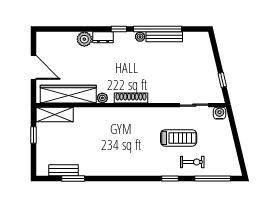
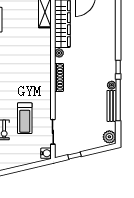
dresser: (103, 37) -> (111, 53), removed
plant: (84, 39) -> (109, 137), moved

